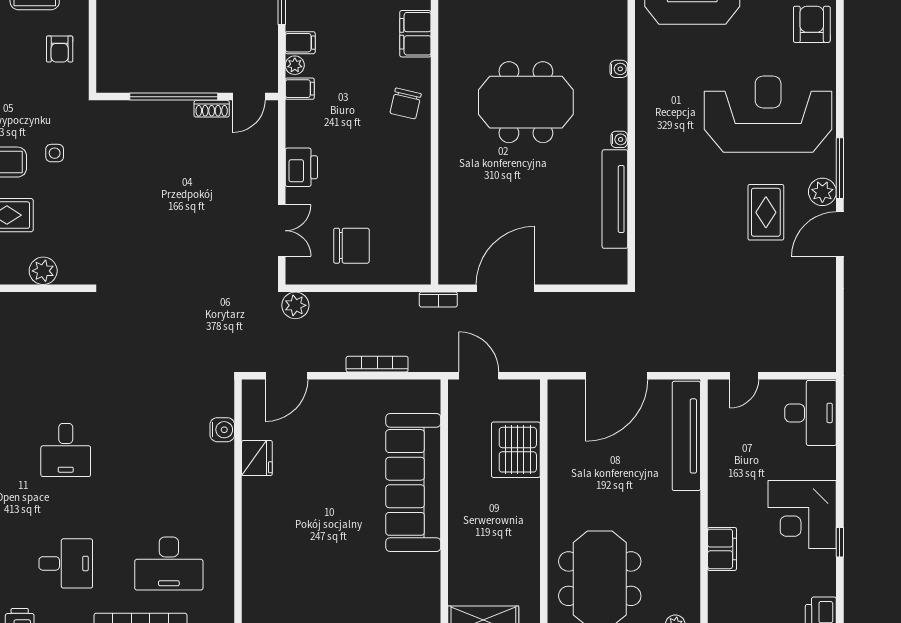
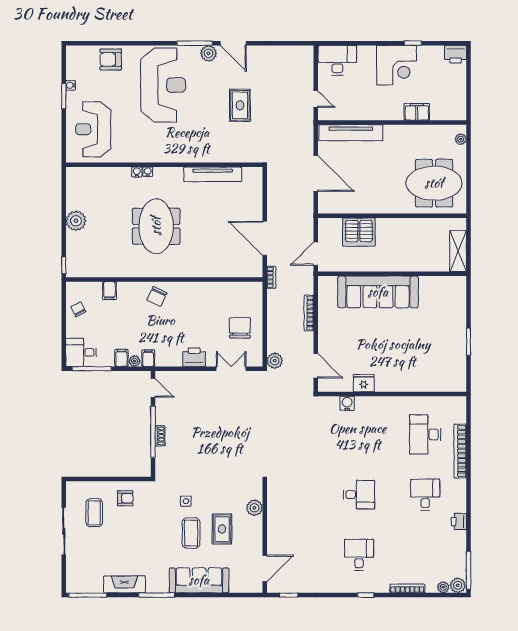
filing cabinet: (415, 34) -> (109, 291), width x0.50
chair: (406, 103) -> (157, 296), turned 102
shoe rack: (212, 109) -> (160, 436), moved
reception desk: (768, 114) -> (163, 85), turned 180
water cooler: (619, 139) -> (148, 172), moved
rug: (766, 212) -> (240, 105), moved, turned 90
desk: (169, 563) -> (425, 434), turned 180

